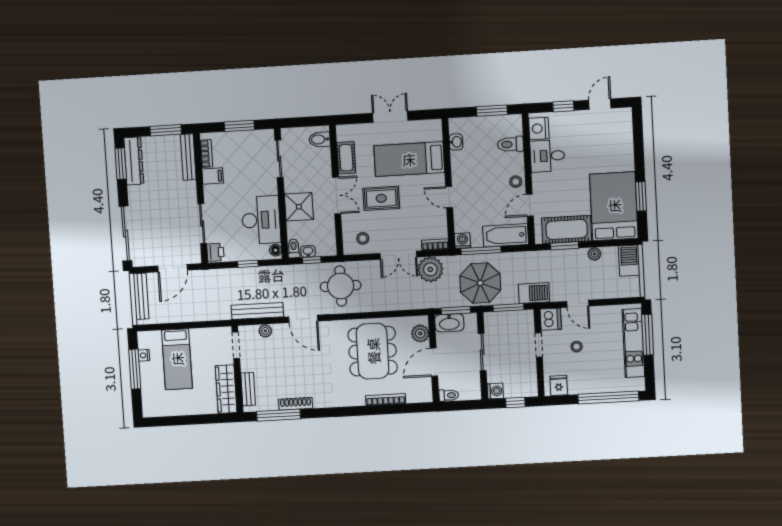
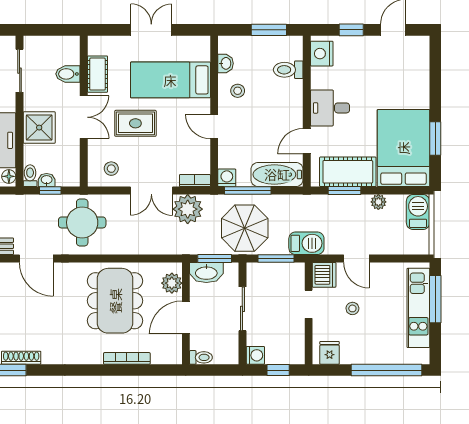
bidet: (320, 139) -> (68, 74), moved
desk: (547, 156) -> (330, 108), moved
stool: (516, 182) -> (238, 91), moved

